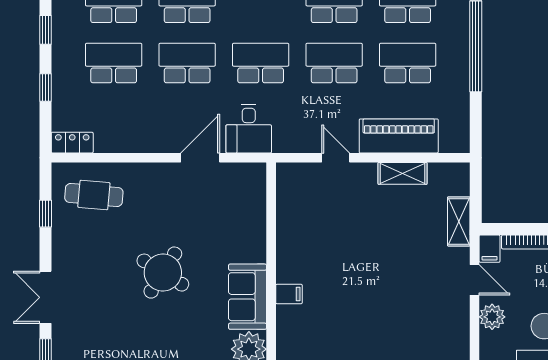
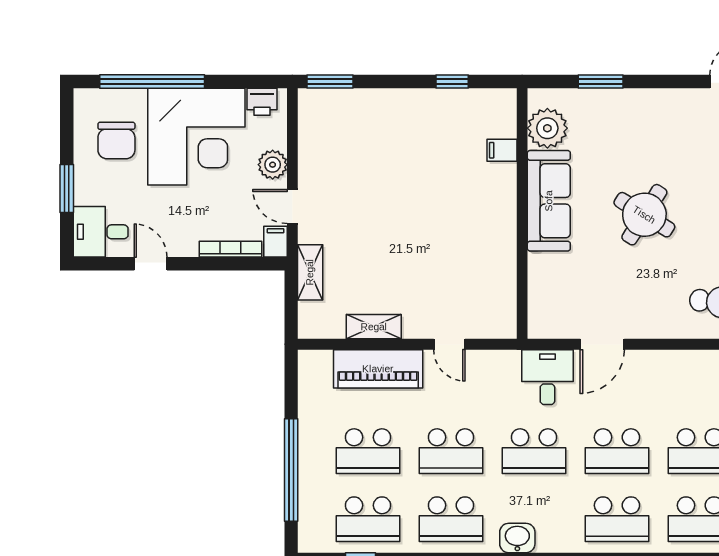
filing cabinet: (289, 294) -> (502, 150), moved
sofa: (248, 297) -> (549, 201), width x1.36

